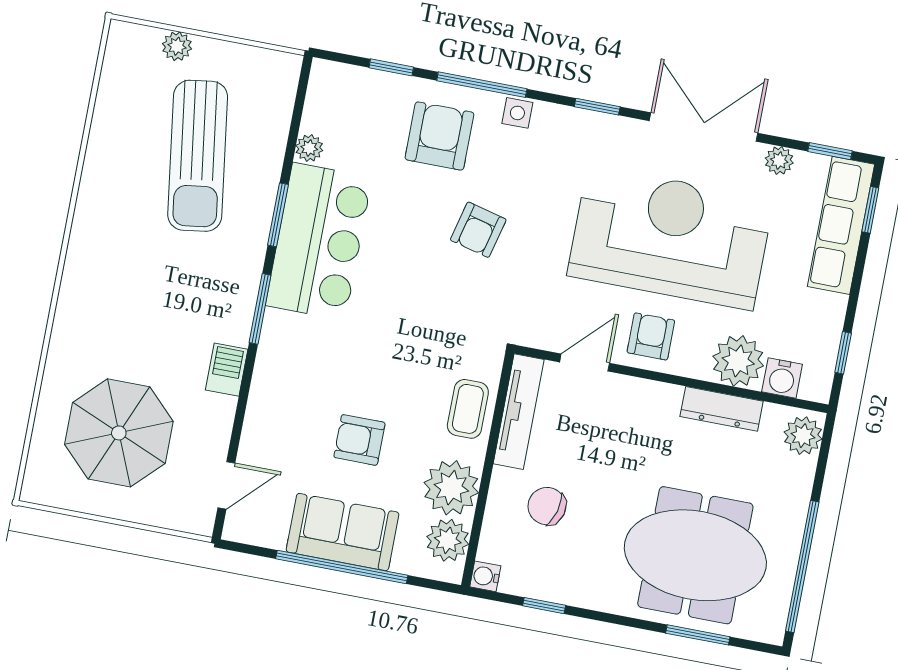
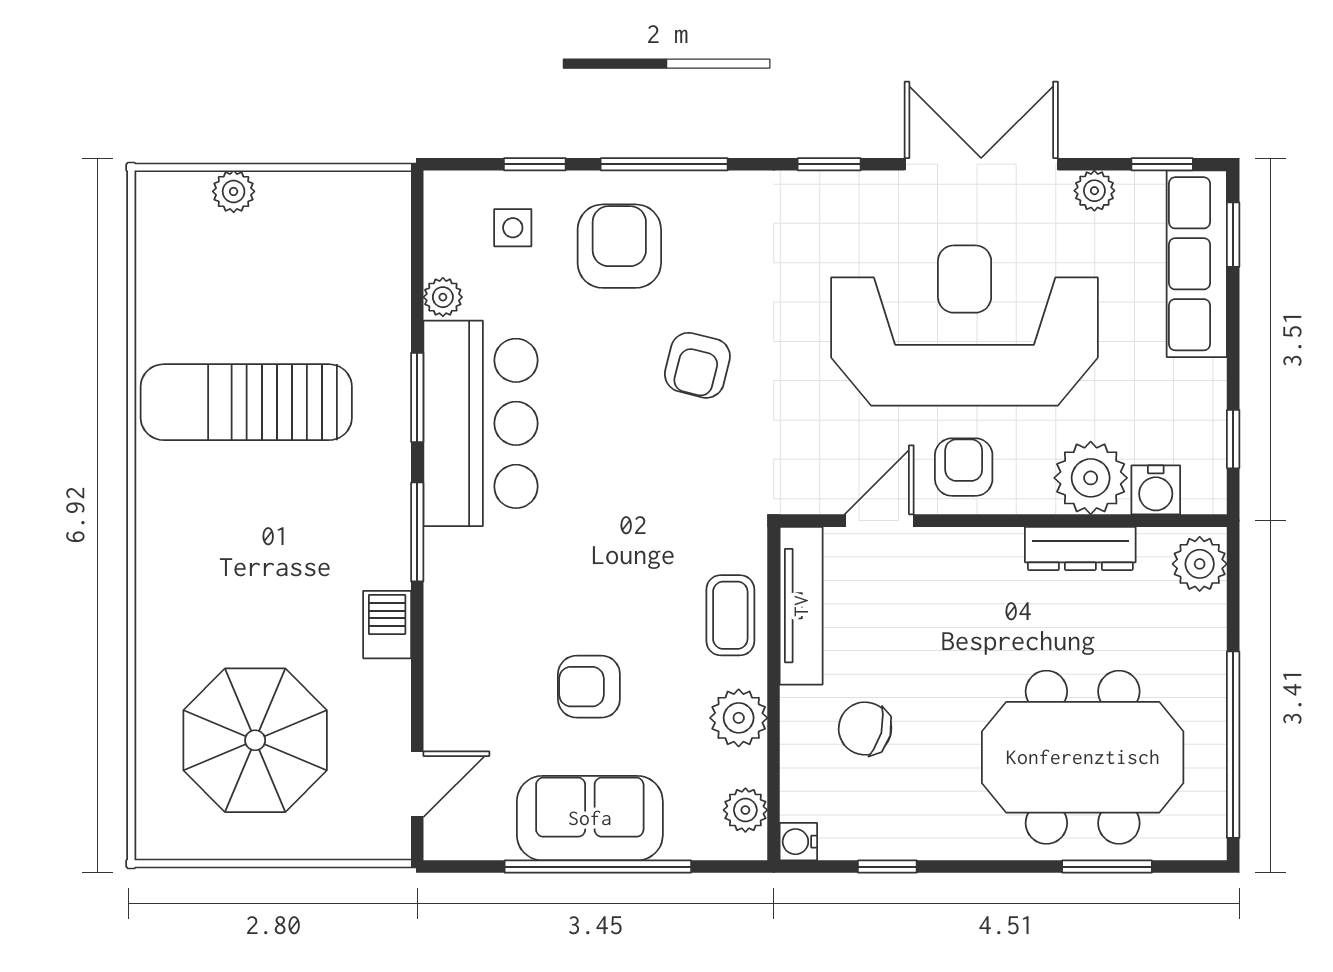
side table: (517, 113) -> (513, 228), moved
sun lounger: (198, 156) -> (246, 402), moved, turned 98
plant: (451, 488) -> (739, 718), width x0.73, depth x0.73
plant: (448, 540) -> (745, 810), width x0.73, depth x0.73

